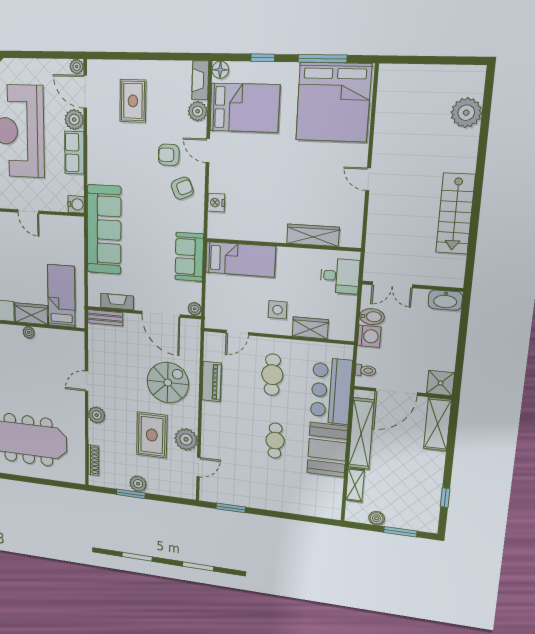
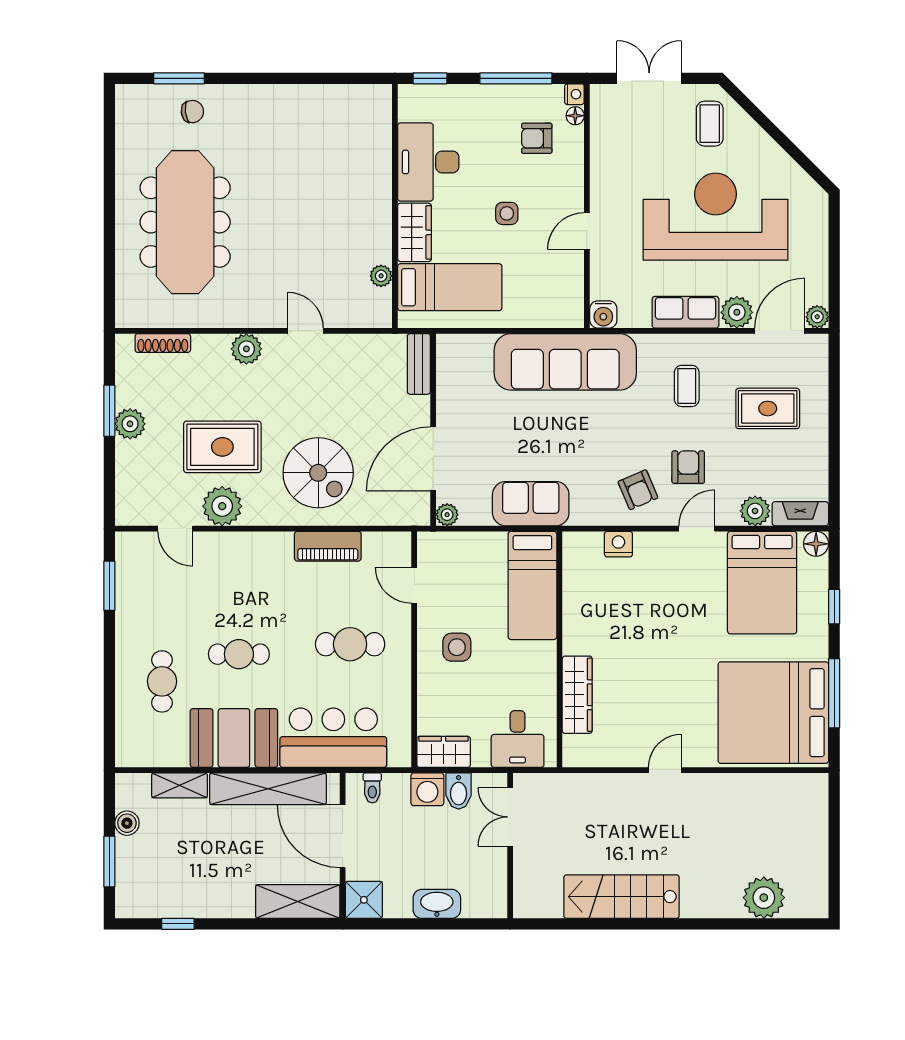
coffee table: (119, 154) -> (687, 386), added
side table: (19, 259) -> (507, 213), added
washbasin: (445, 300) -> (437, 904), moved, turned 90
fireplace: (117, 302) -> (448, 384), removed
wardrobe: (310, 328) -> (444, 752), moved, turned -90
plant: (29, 332) -> (381, 276), moved
cafe table: (289, 486) -> (162, 681), added

